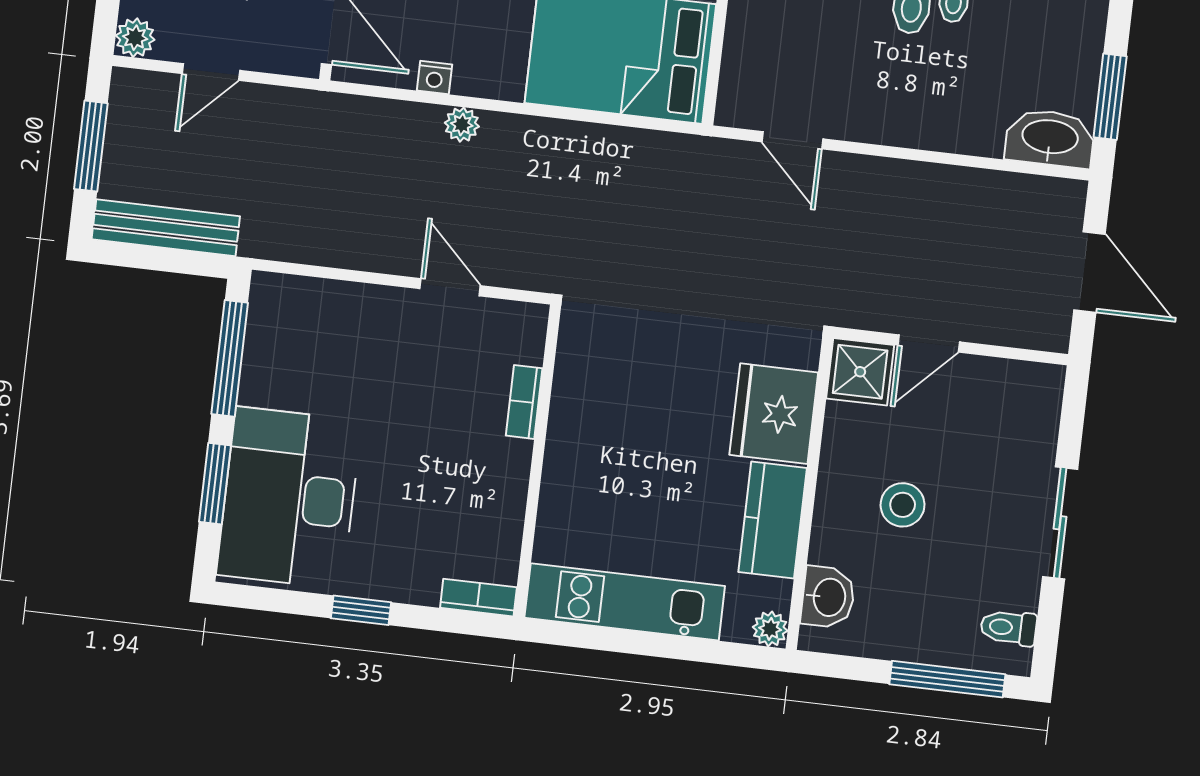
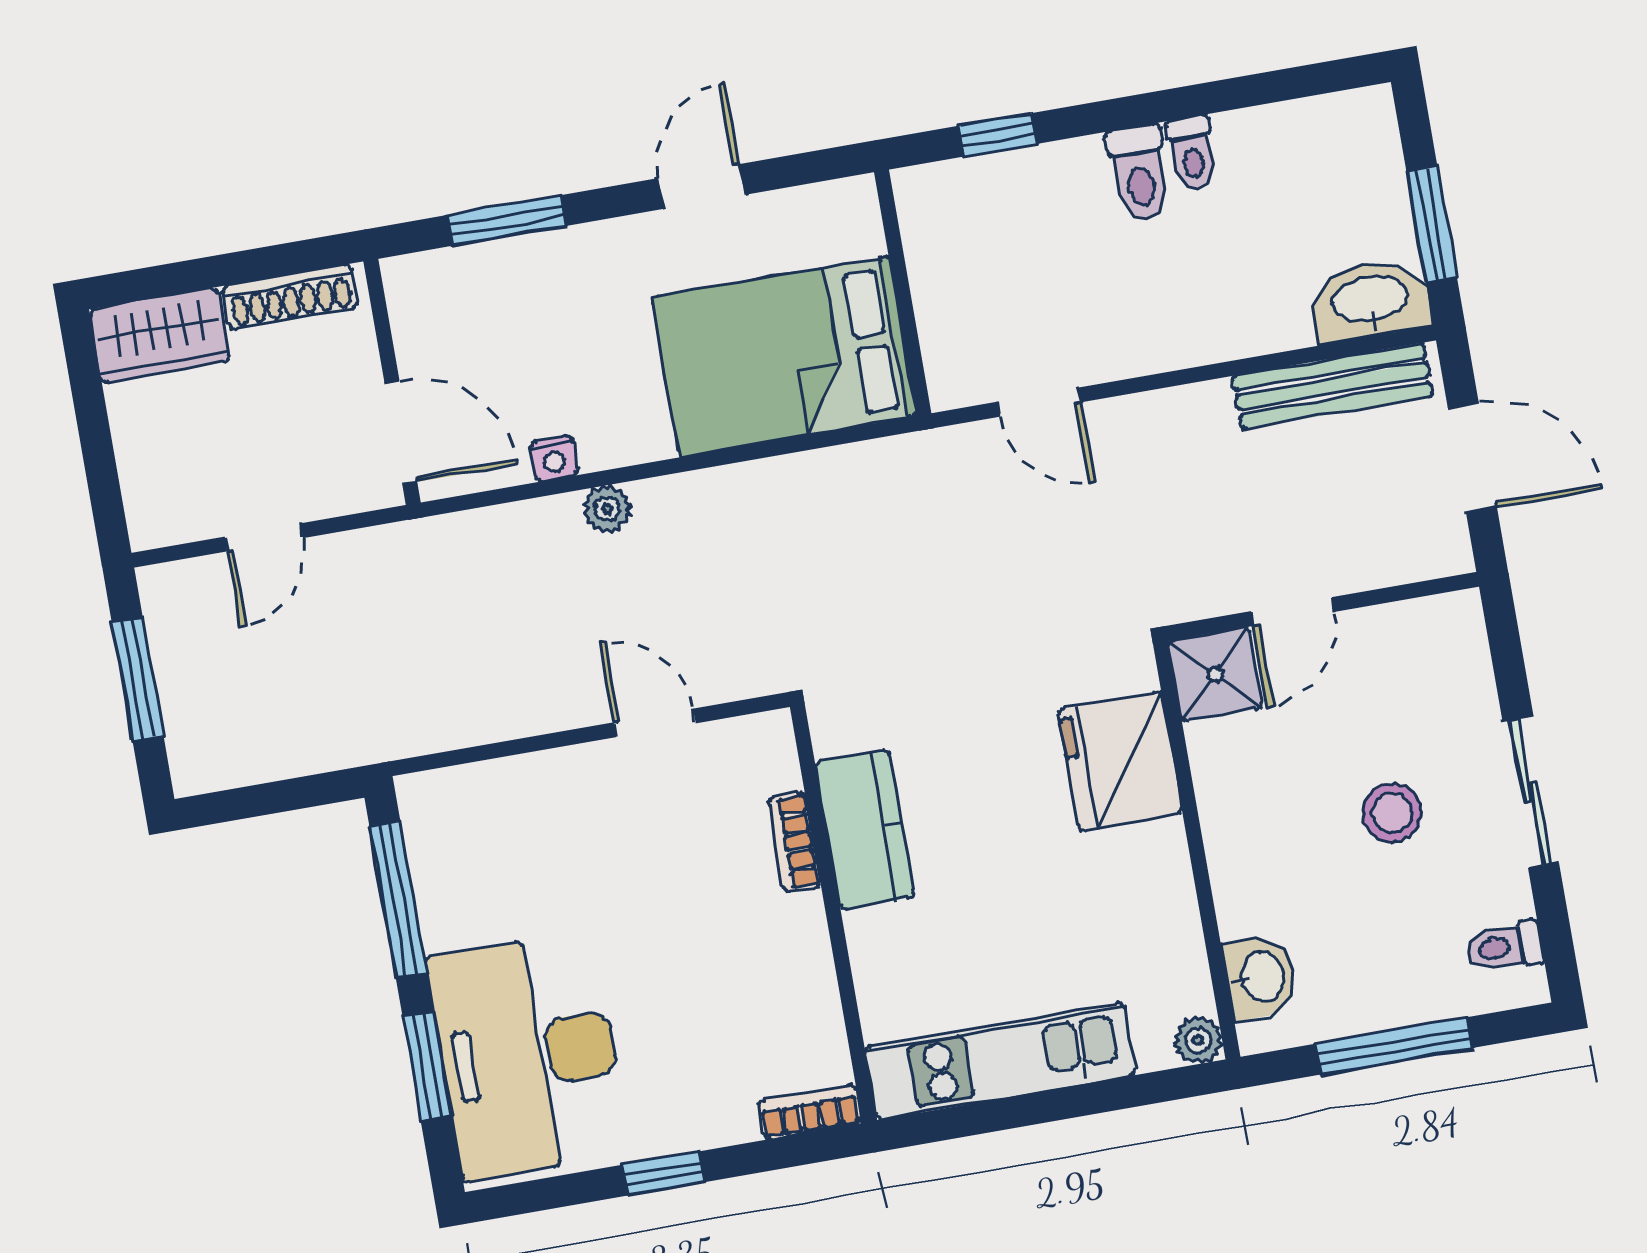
plant: (135, 38) -> (153, 522), removed
bench: (166, 228) -> (1333, 386), moved
stool: (903, 505) -> (1392, 813), moved
kitchen counter: (773, 520) -> (865, 829), moved, turned 180
window: (947, 679) -> (1394, 1046), moved

